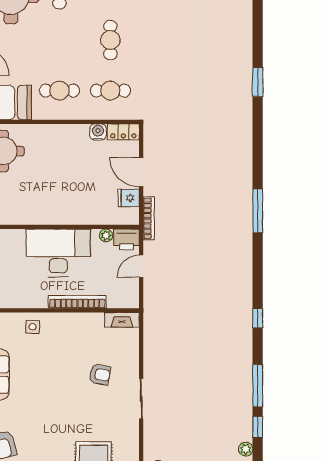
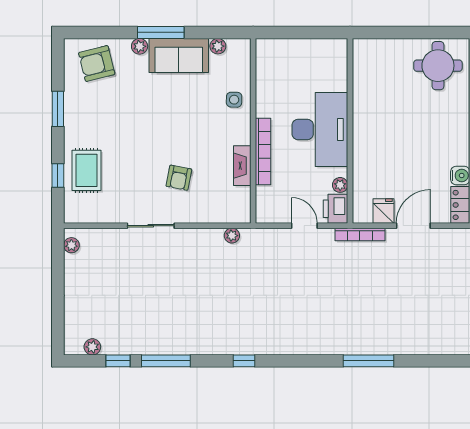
fireplace: (122, 320) -> (242, 166), moved
plant: (150, 329) -> (232, 236), added

